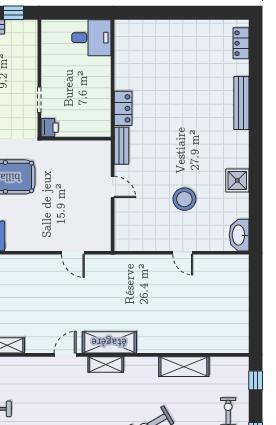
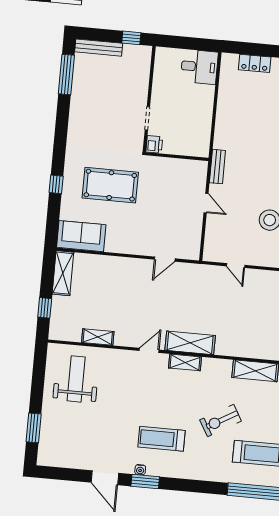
locker: (123, 108) -> (255, 63), moved, turned 90
door: (73, 253) -> (165, 259), hinge flipped
door: (183, 253) -> (236, 266), moved

